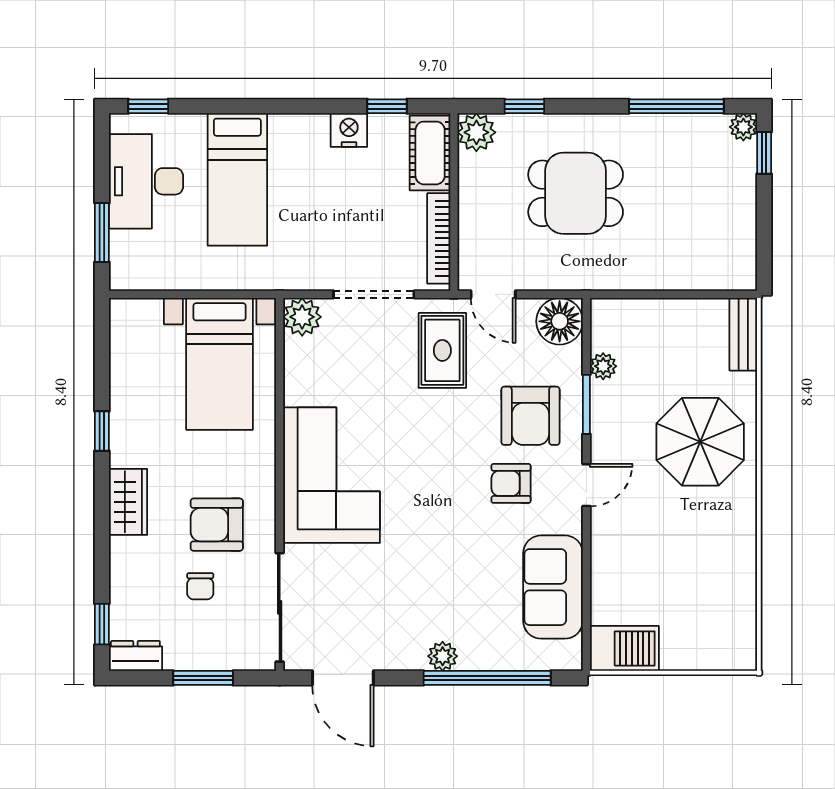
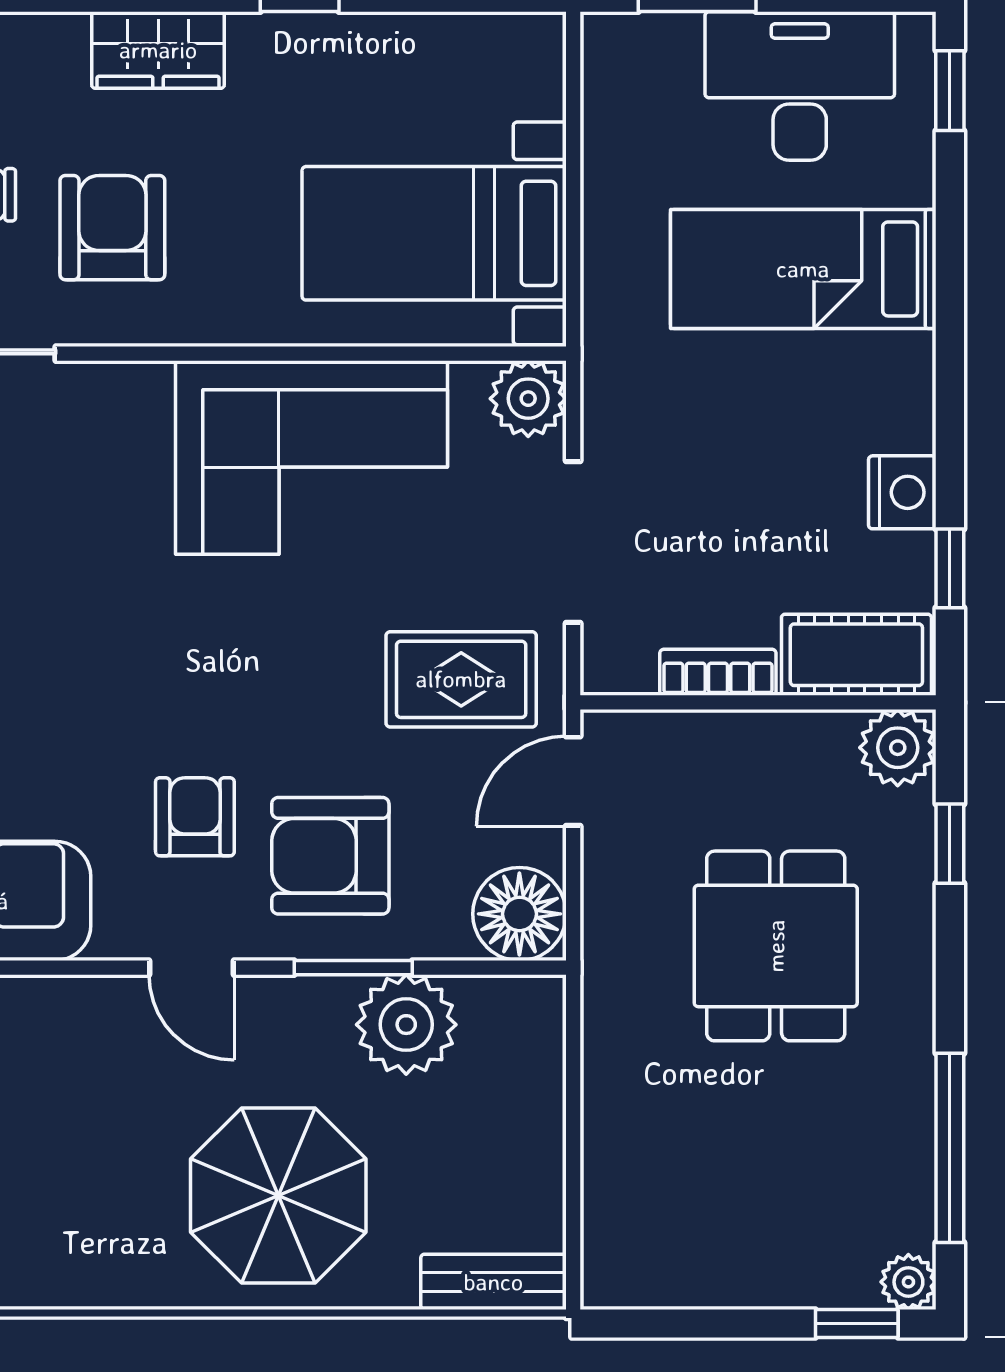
bookcase: (439, 238) -> (718, 672), width x0.64
plant: (603, 366) -> (406, 1025), width x1.87, depth x1.87
corner sofa: (331, 475) -> (311, 457), moved

